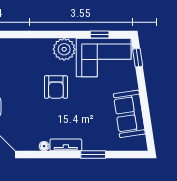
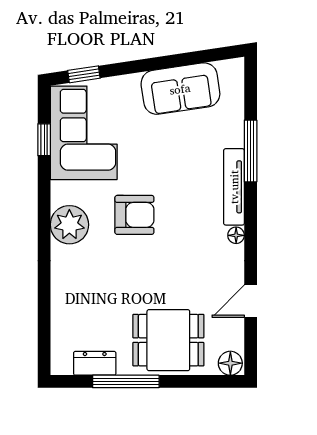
plant: (64, 49) -> (69, 225), moved
tv unit: (66, 145) -> (234, 187), width x1.41
window: (93, 155) -> (251, 151), width x1.44

